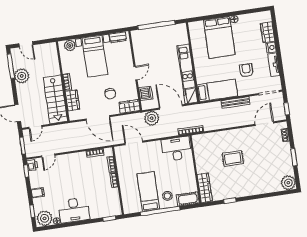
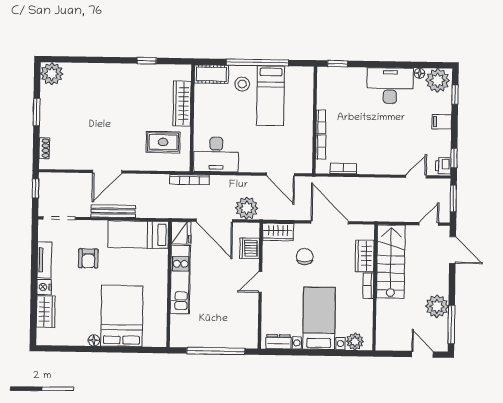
door: (264, 124) -> (107, 172), moved
rug: (233, 158) -> (163, 142), moved
wardrobe: (205, 188) -> (182, 104), moved

